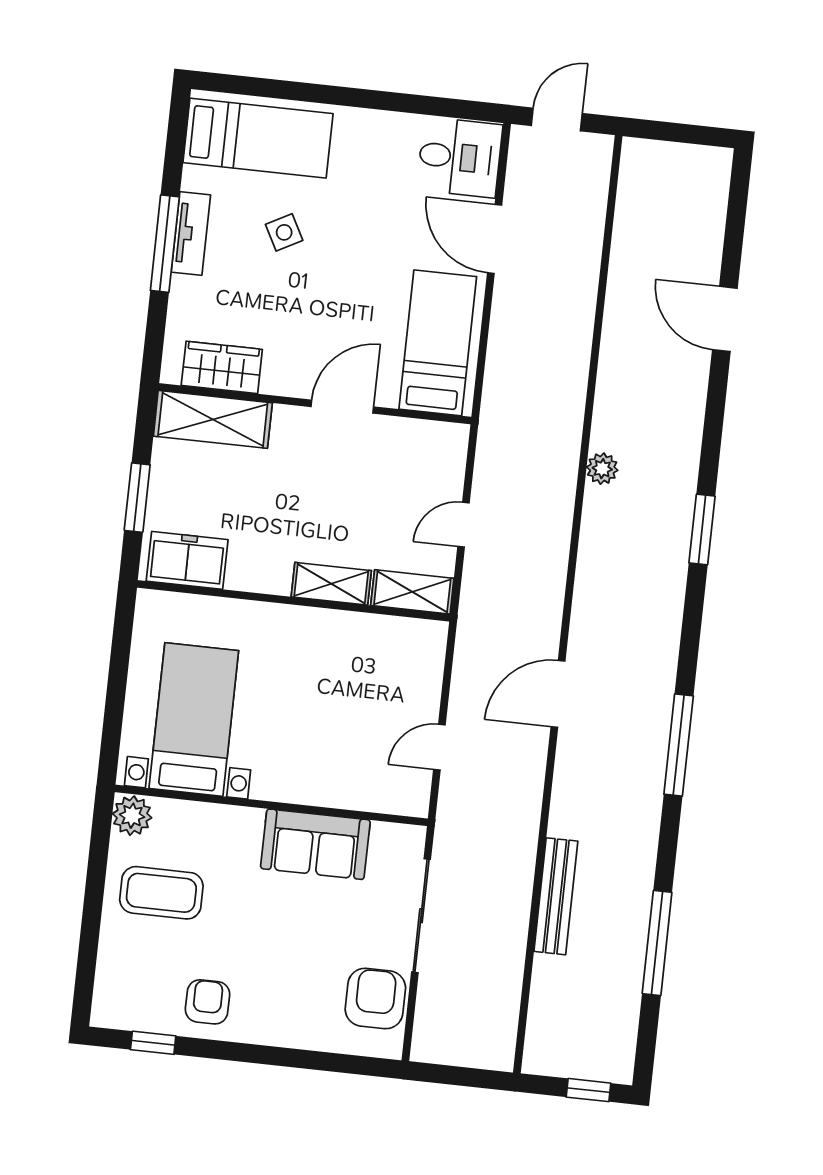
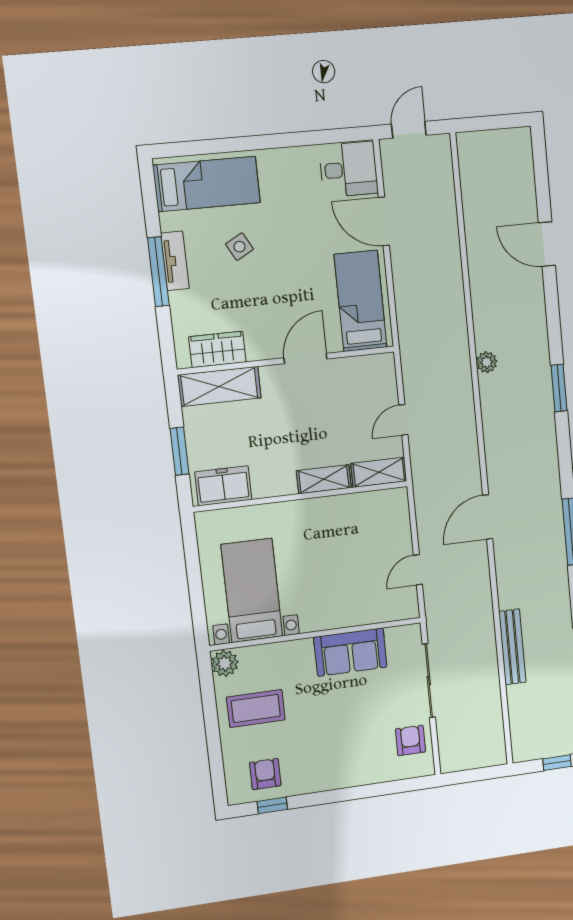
armchair: (375, 999) -> (410, 740), width x0.72, depth x0.72
armchair: (207, 1002) -> (265, 774), moved

